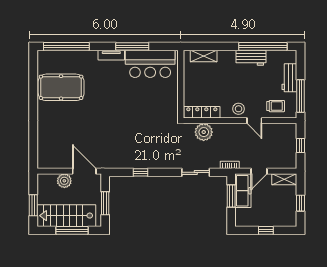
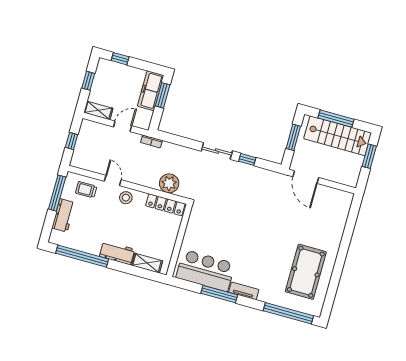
workbench: (251, 58) -> (117, 253), moved
pool table: (61, 87) -> (306, 272), turned 90
sliding door: (196, 172) -> (217, 151), moved
plant: (64, 181) -> (330, 173), removed
freezer: (243, 191) -> (151, 91), moved
window: (231, 196) -> (163, 95), moved
window: (266, 230) -> (120, 59), moved

